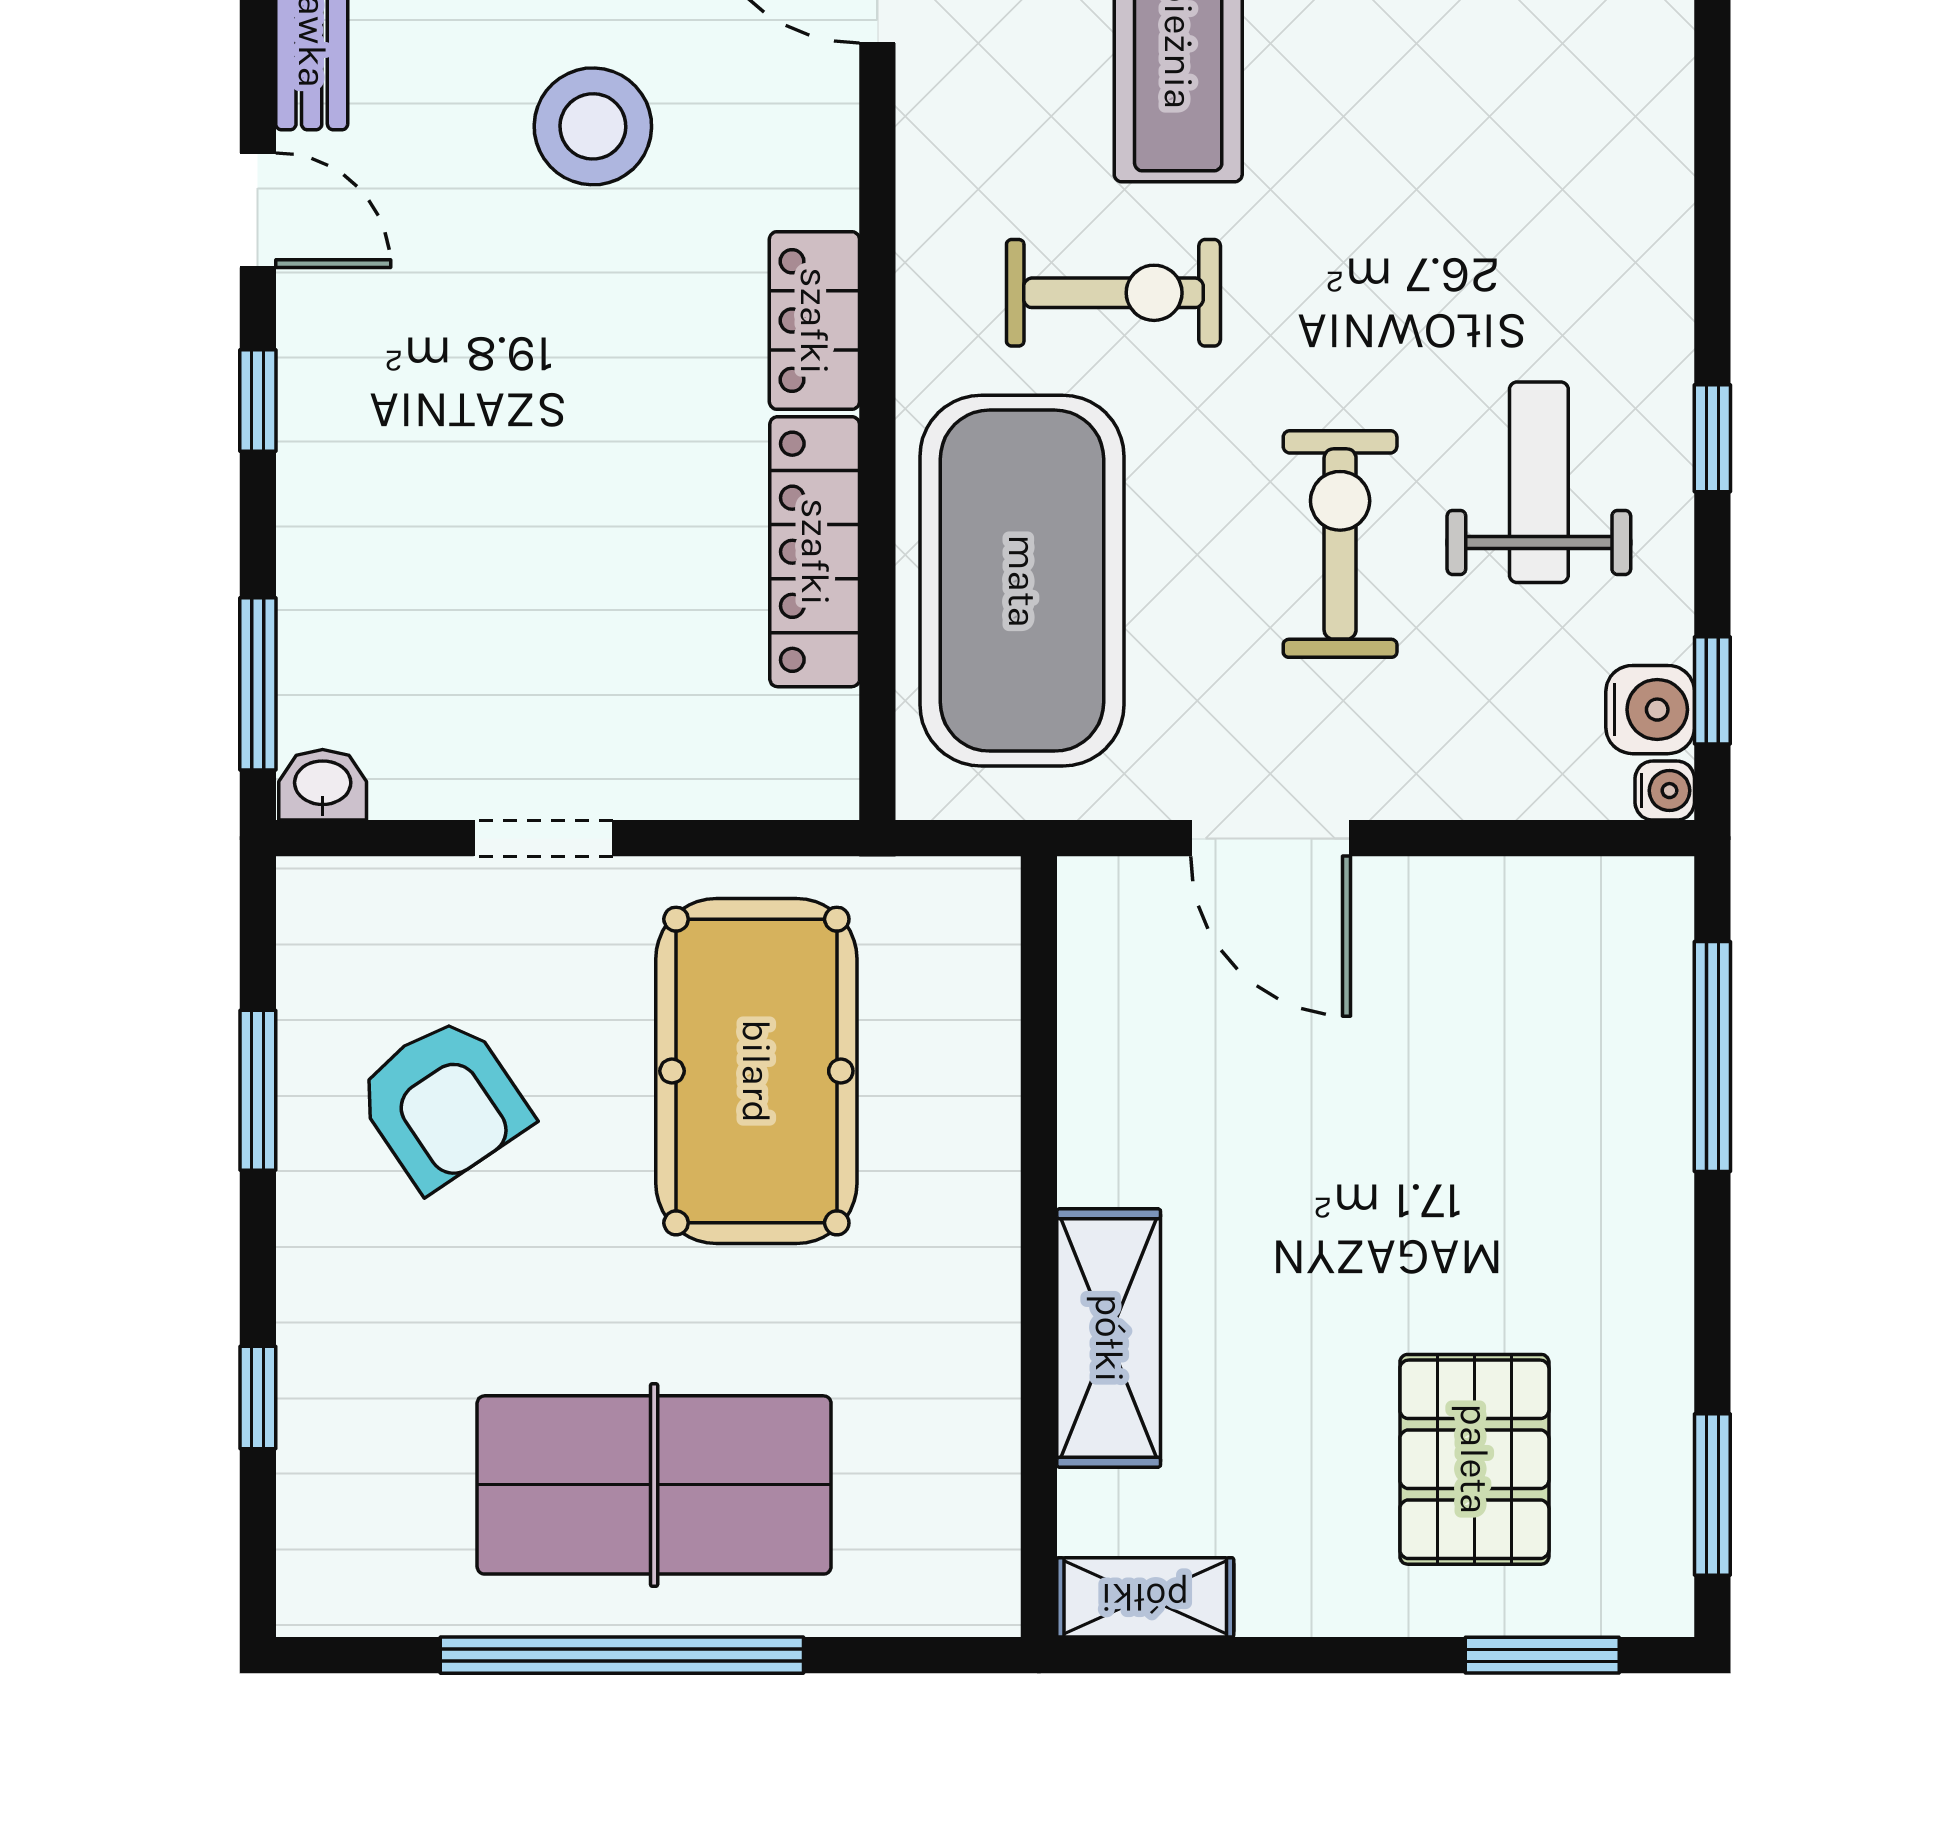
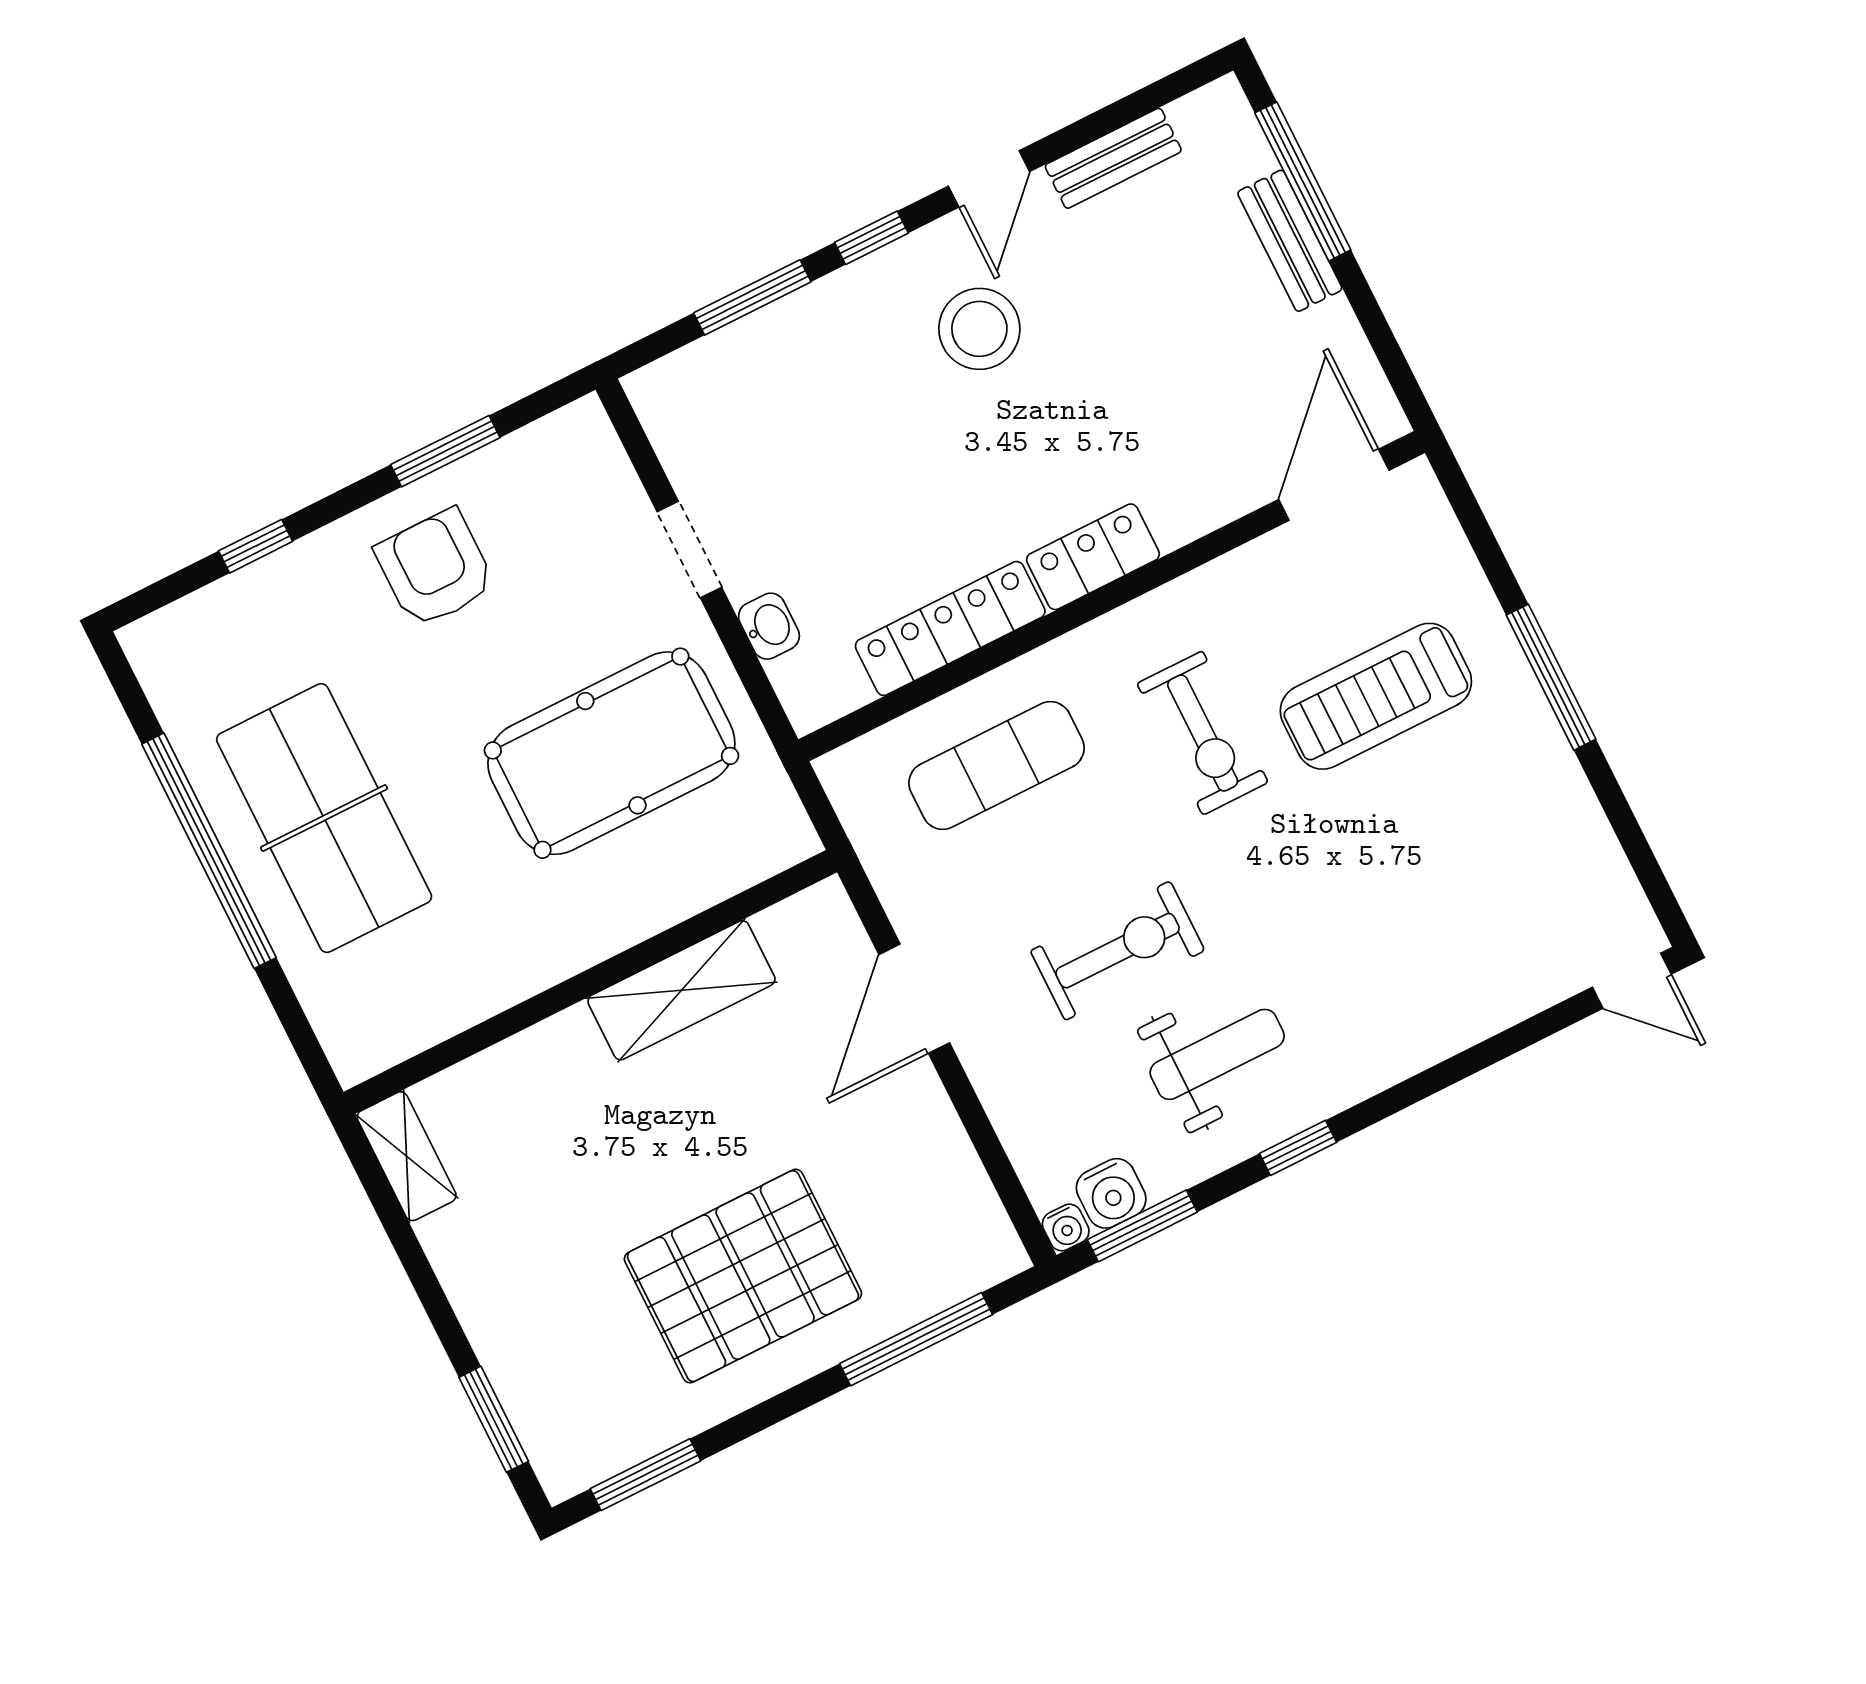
stool: (593, 126) -> (979, 329), moved
exercise mat: (1022, 581) -> (997, 766), width x0.50, depth x0.69
window: (258, 684) -> (752, 297), moved
window: (1712, 690) -> (1142, 1226), width x1.50
washbasin: (323, 785) -> (769, 626), moved
armchair: (443, 1103) -> (435, 568), moved, turned 124
shelving: (1109, 1338) -> (681, 990), moved
pallet: (1474, 1459) -> (743, 1276), moved, width x1.37, depth x1.41

